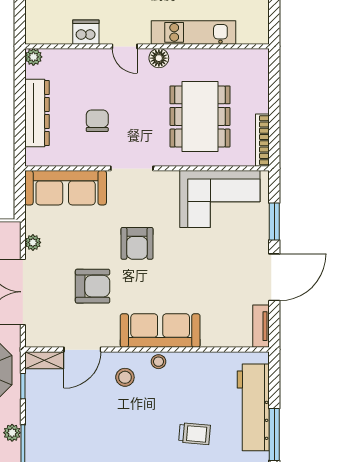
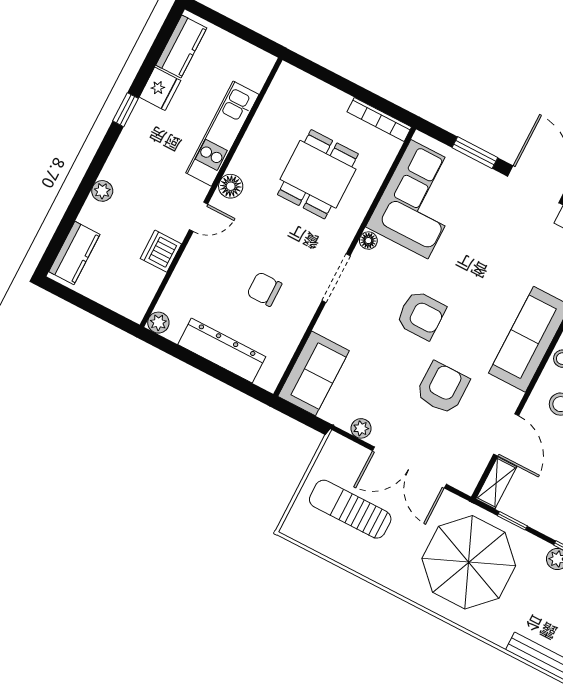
dining table: (200, 116) -> (318, 174), width x0.73
floor lamp: (171, 178) -> (368, 241), added
sofa: (66, 188) -> (314, 373), width x0.73

